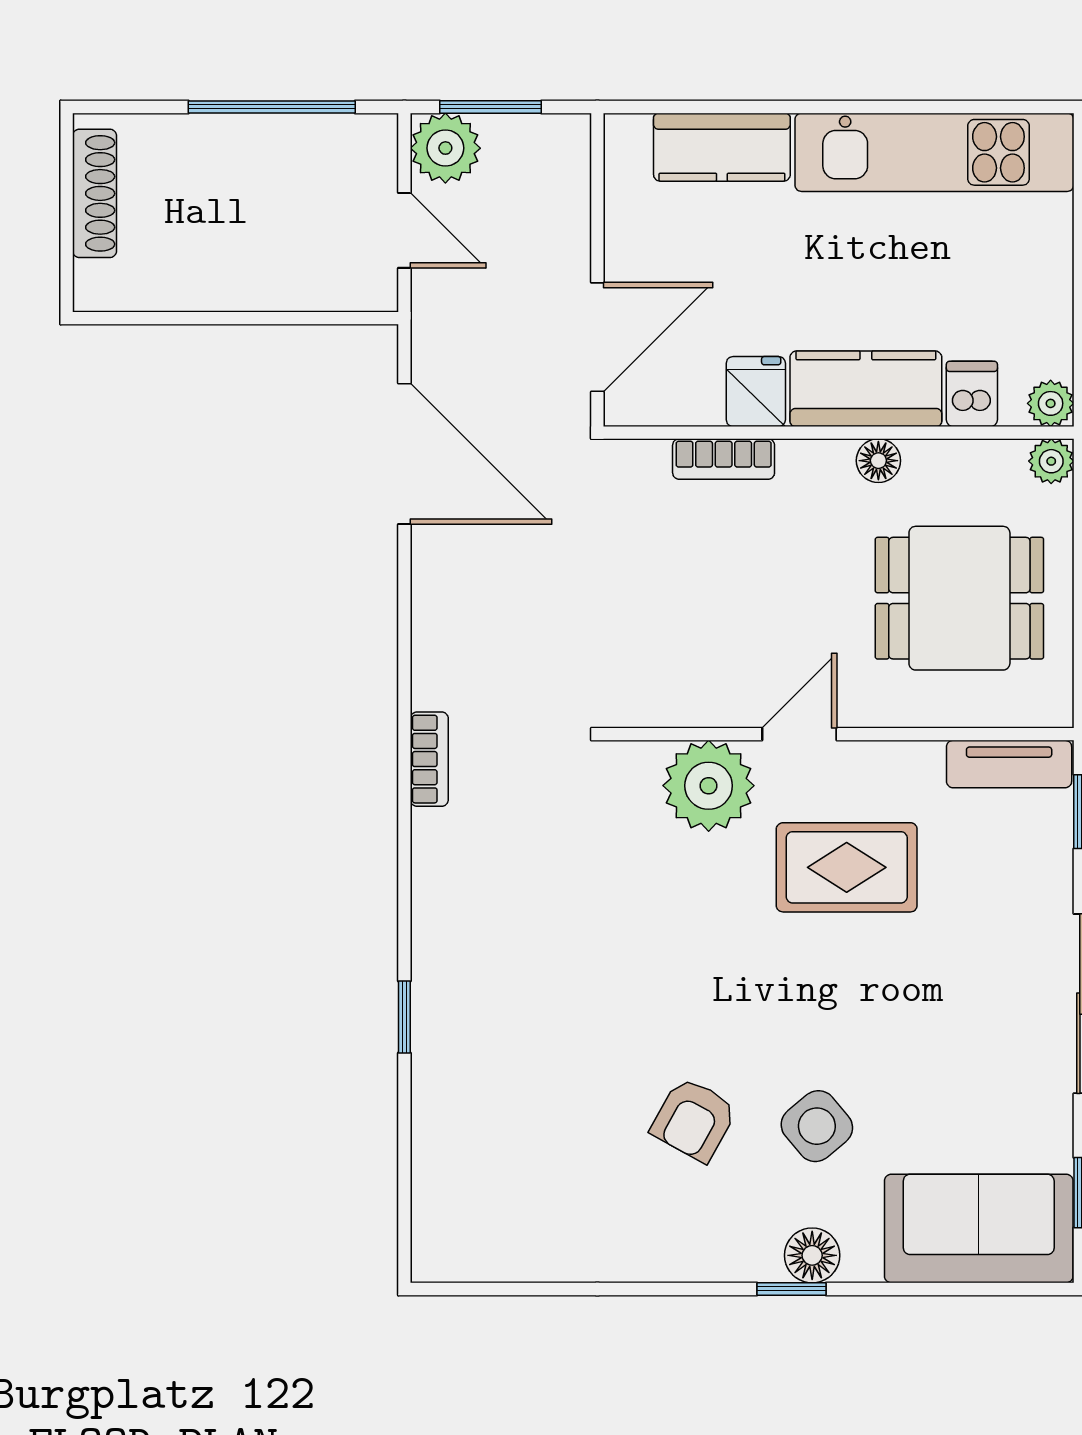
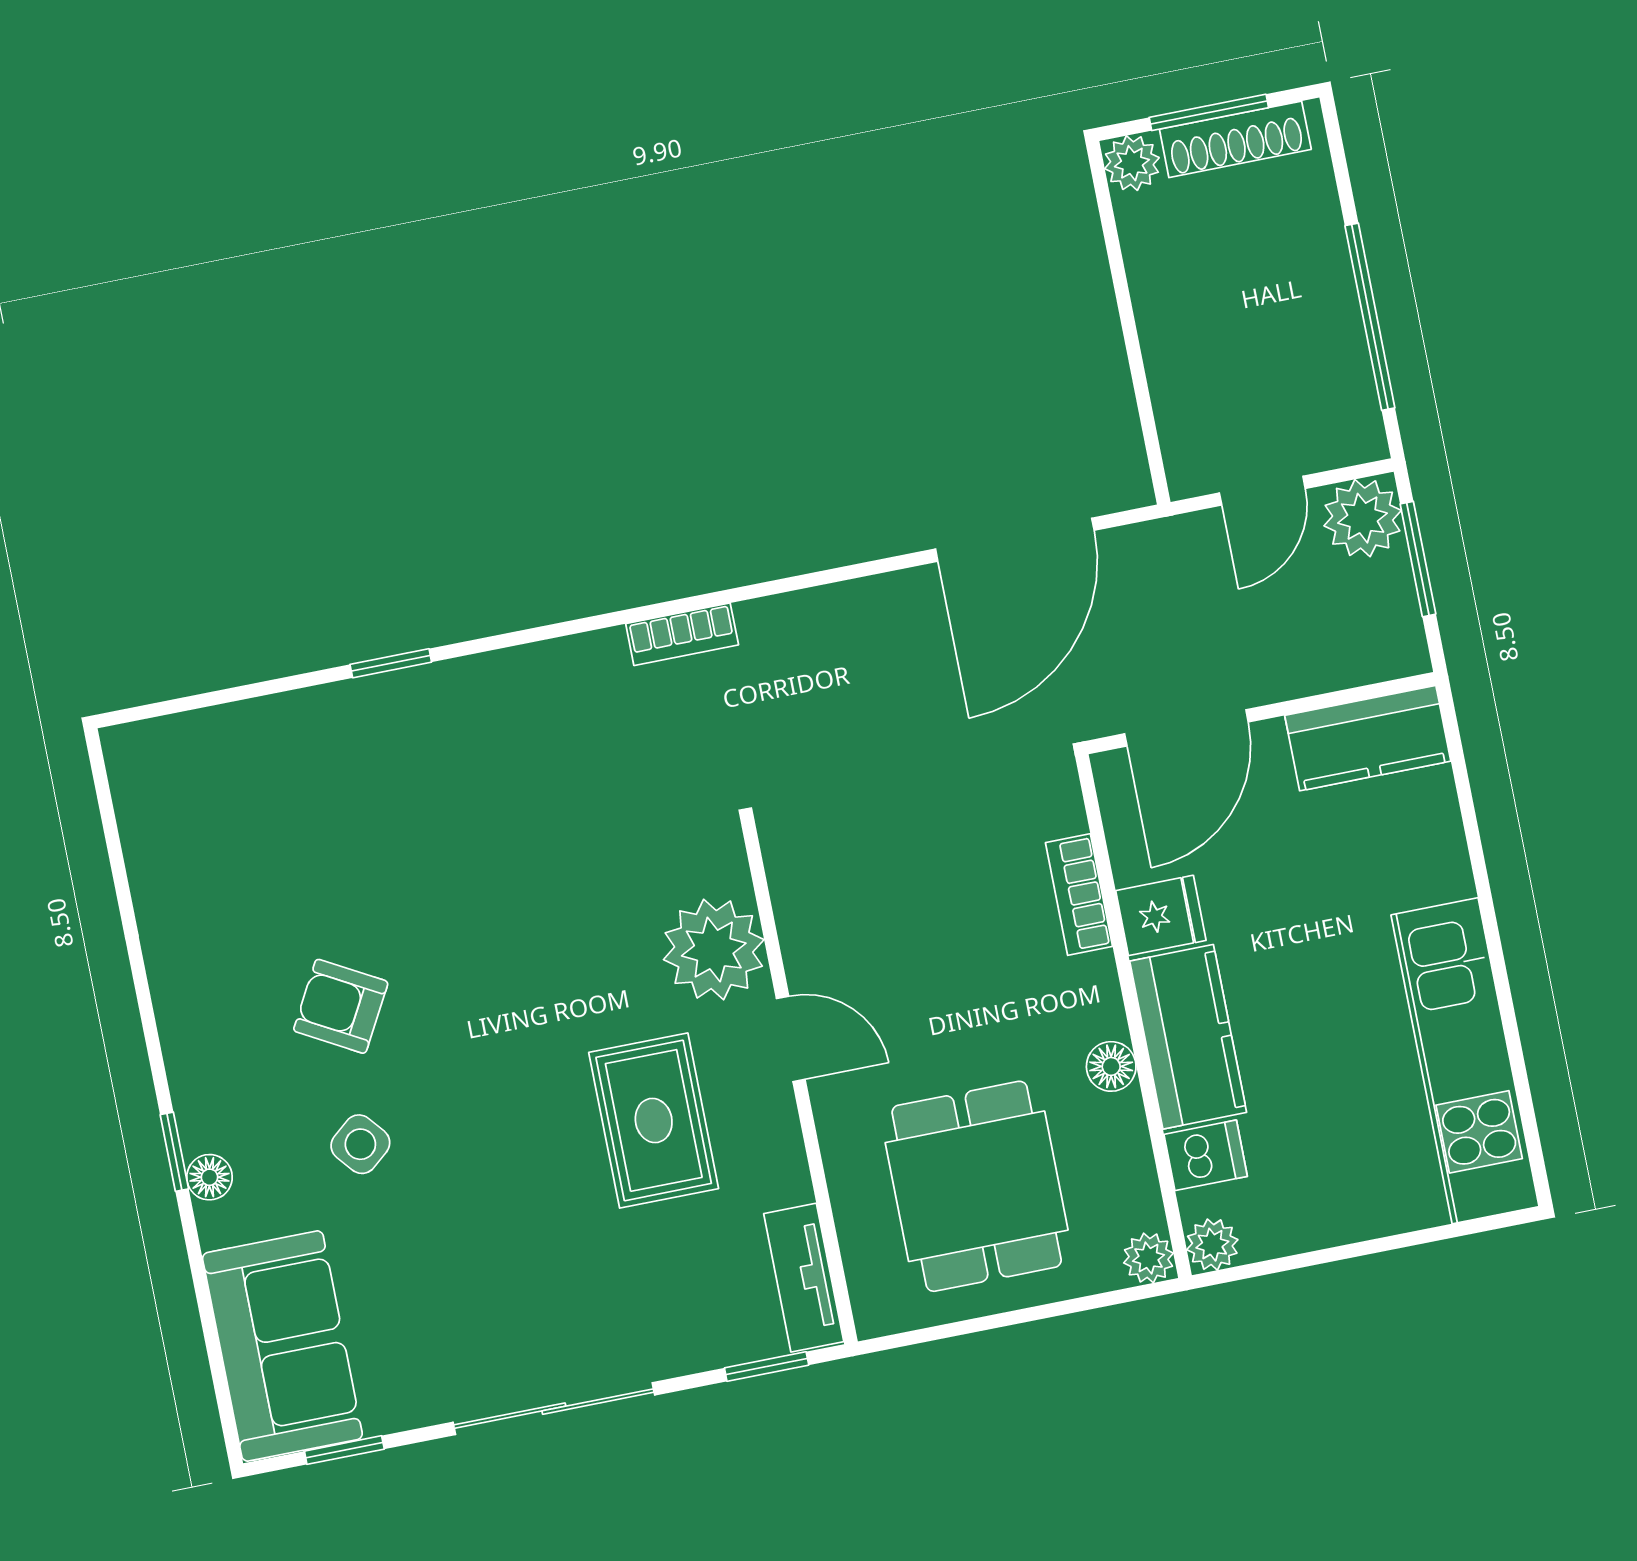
kitchen counter: (722, 147) -> (1368, 738), moved, turned -90
window: (67, 212) -> (1209, 112), added
plant: (97, 287) -> (1132, 163), added
door: (597, 337) -> (1186, 728), hinge flipped
side table: (817, 1126) -> (360, 1144), width x0.73, depth x0.73
floor lamp: (812, 1255) -> (209, 1177), width x0.73, depth x0.73

